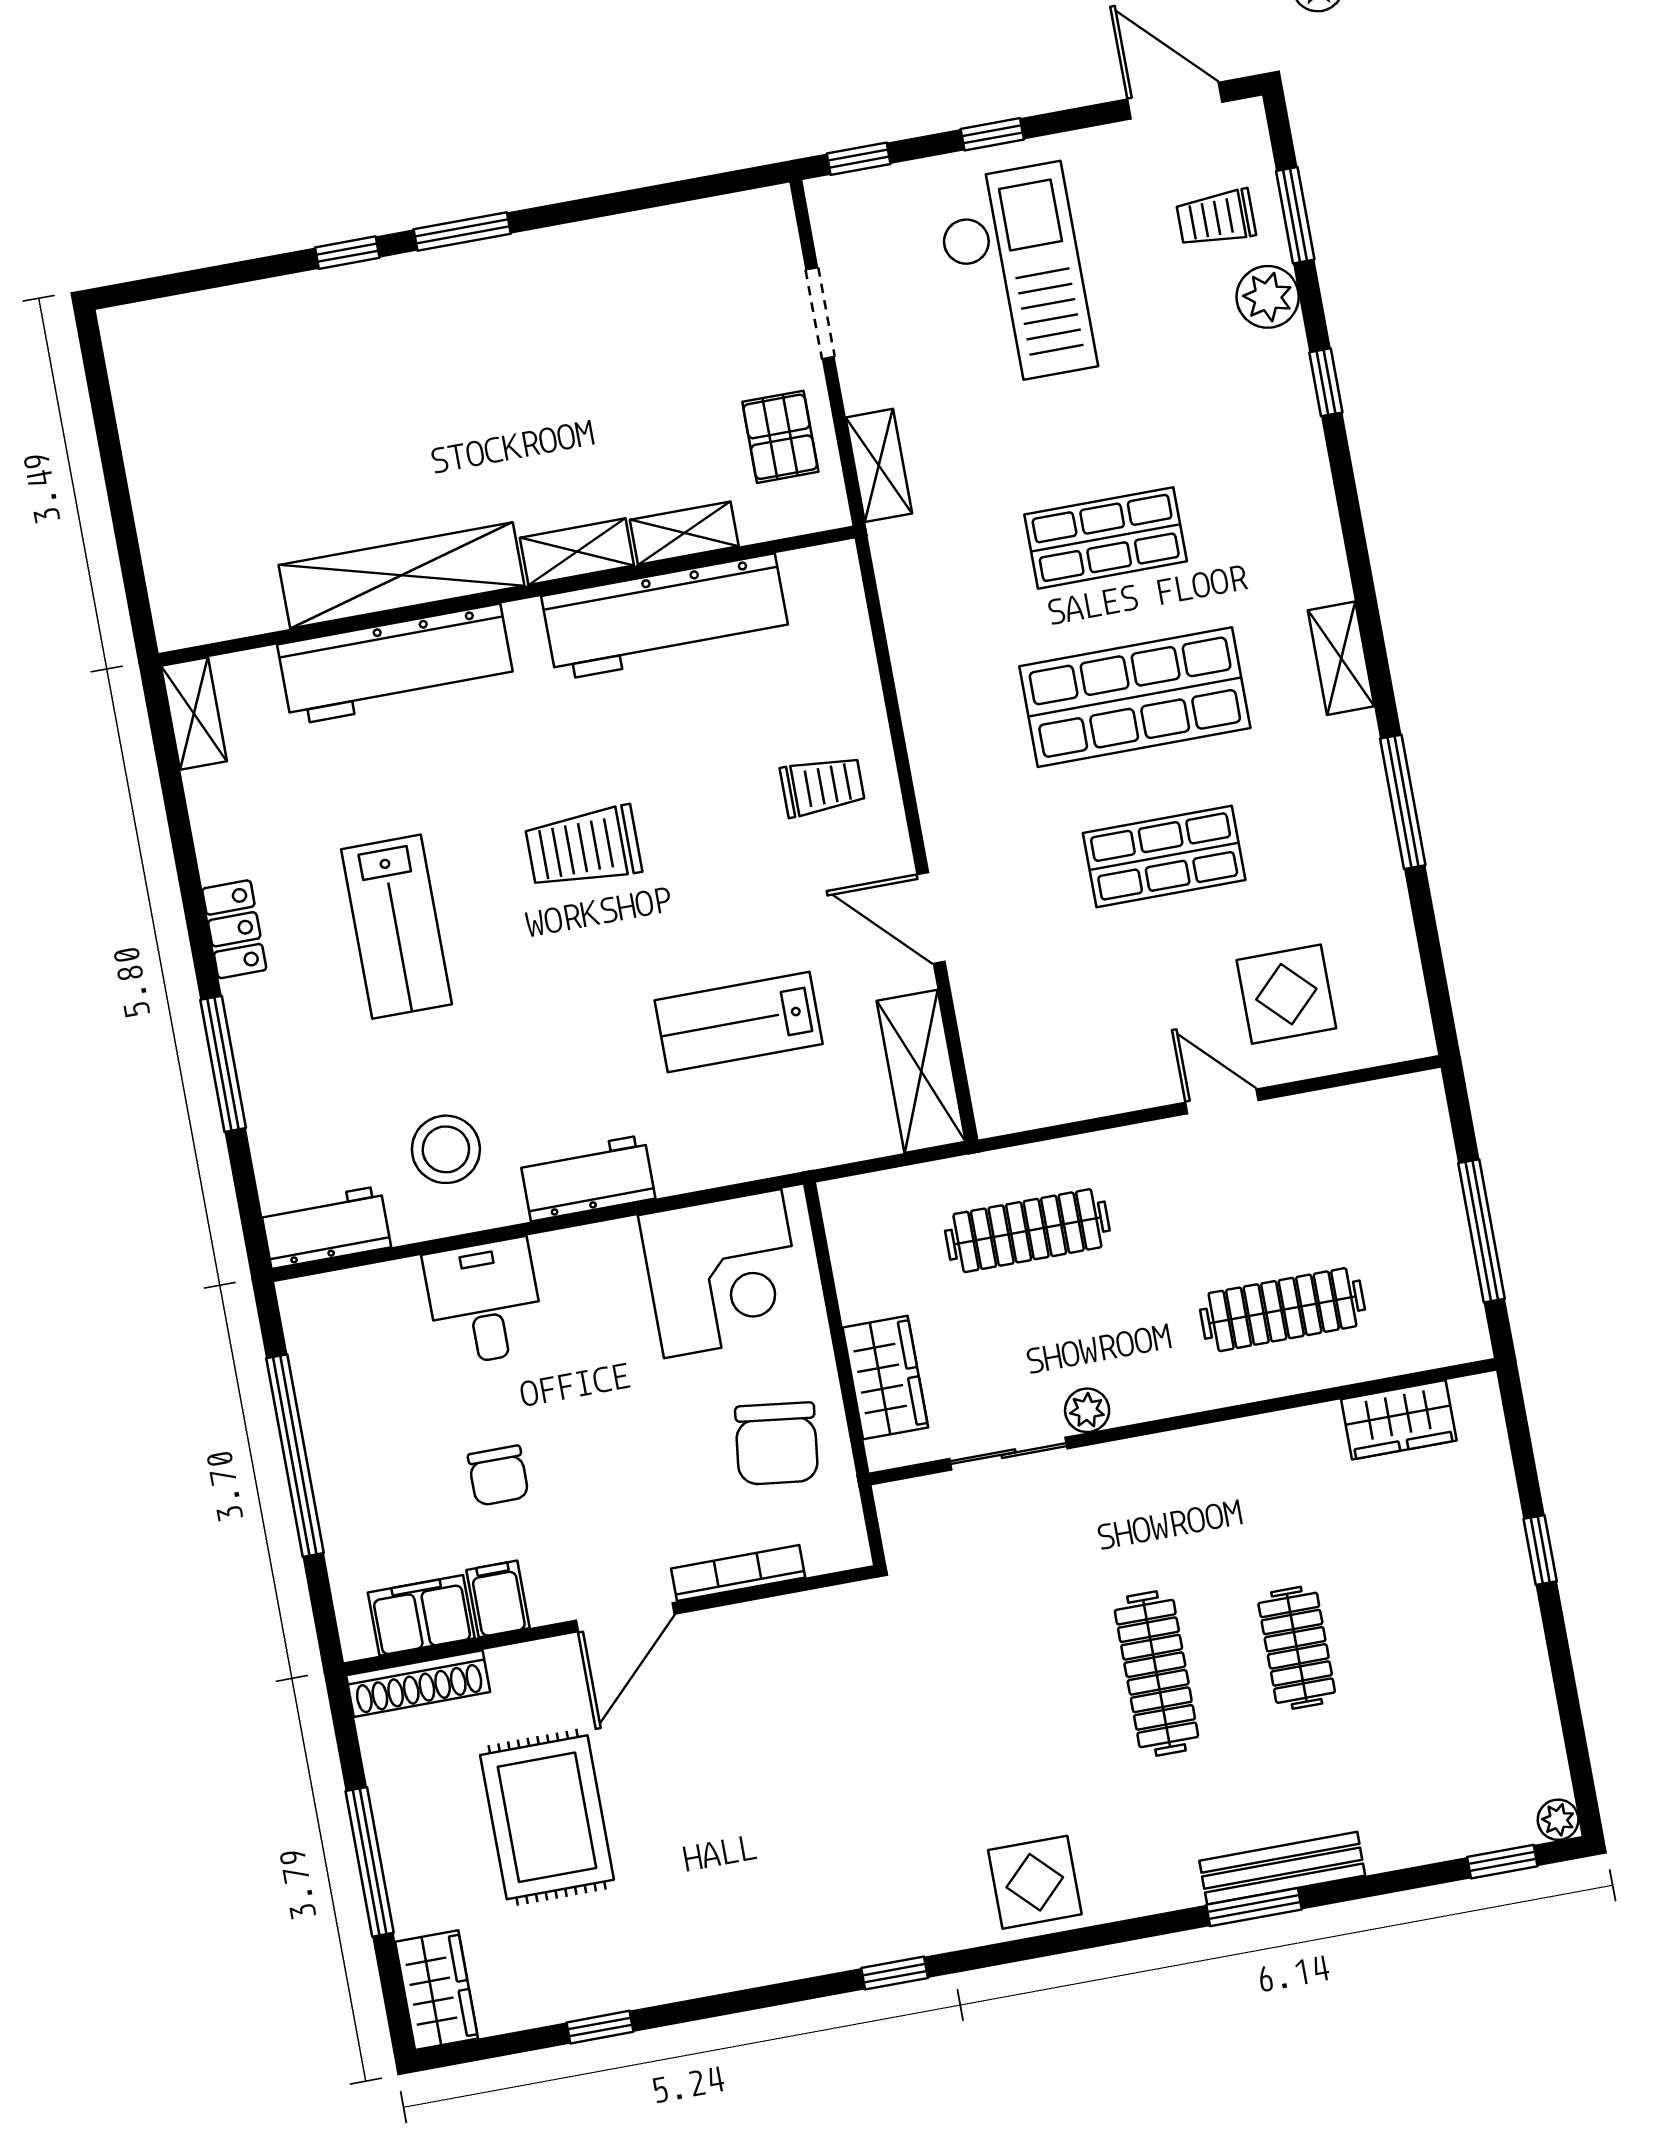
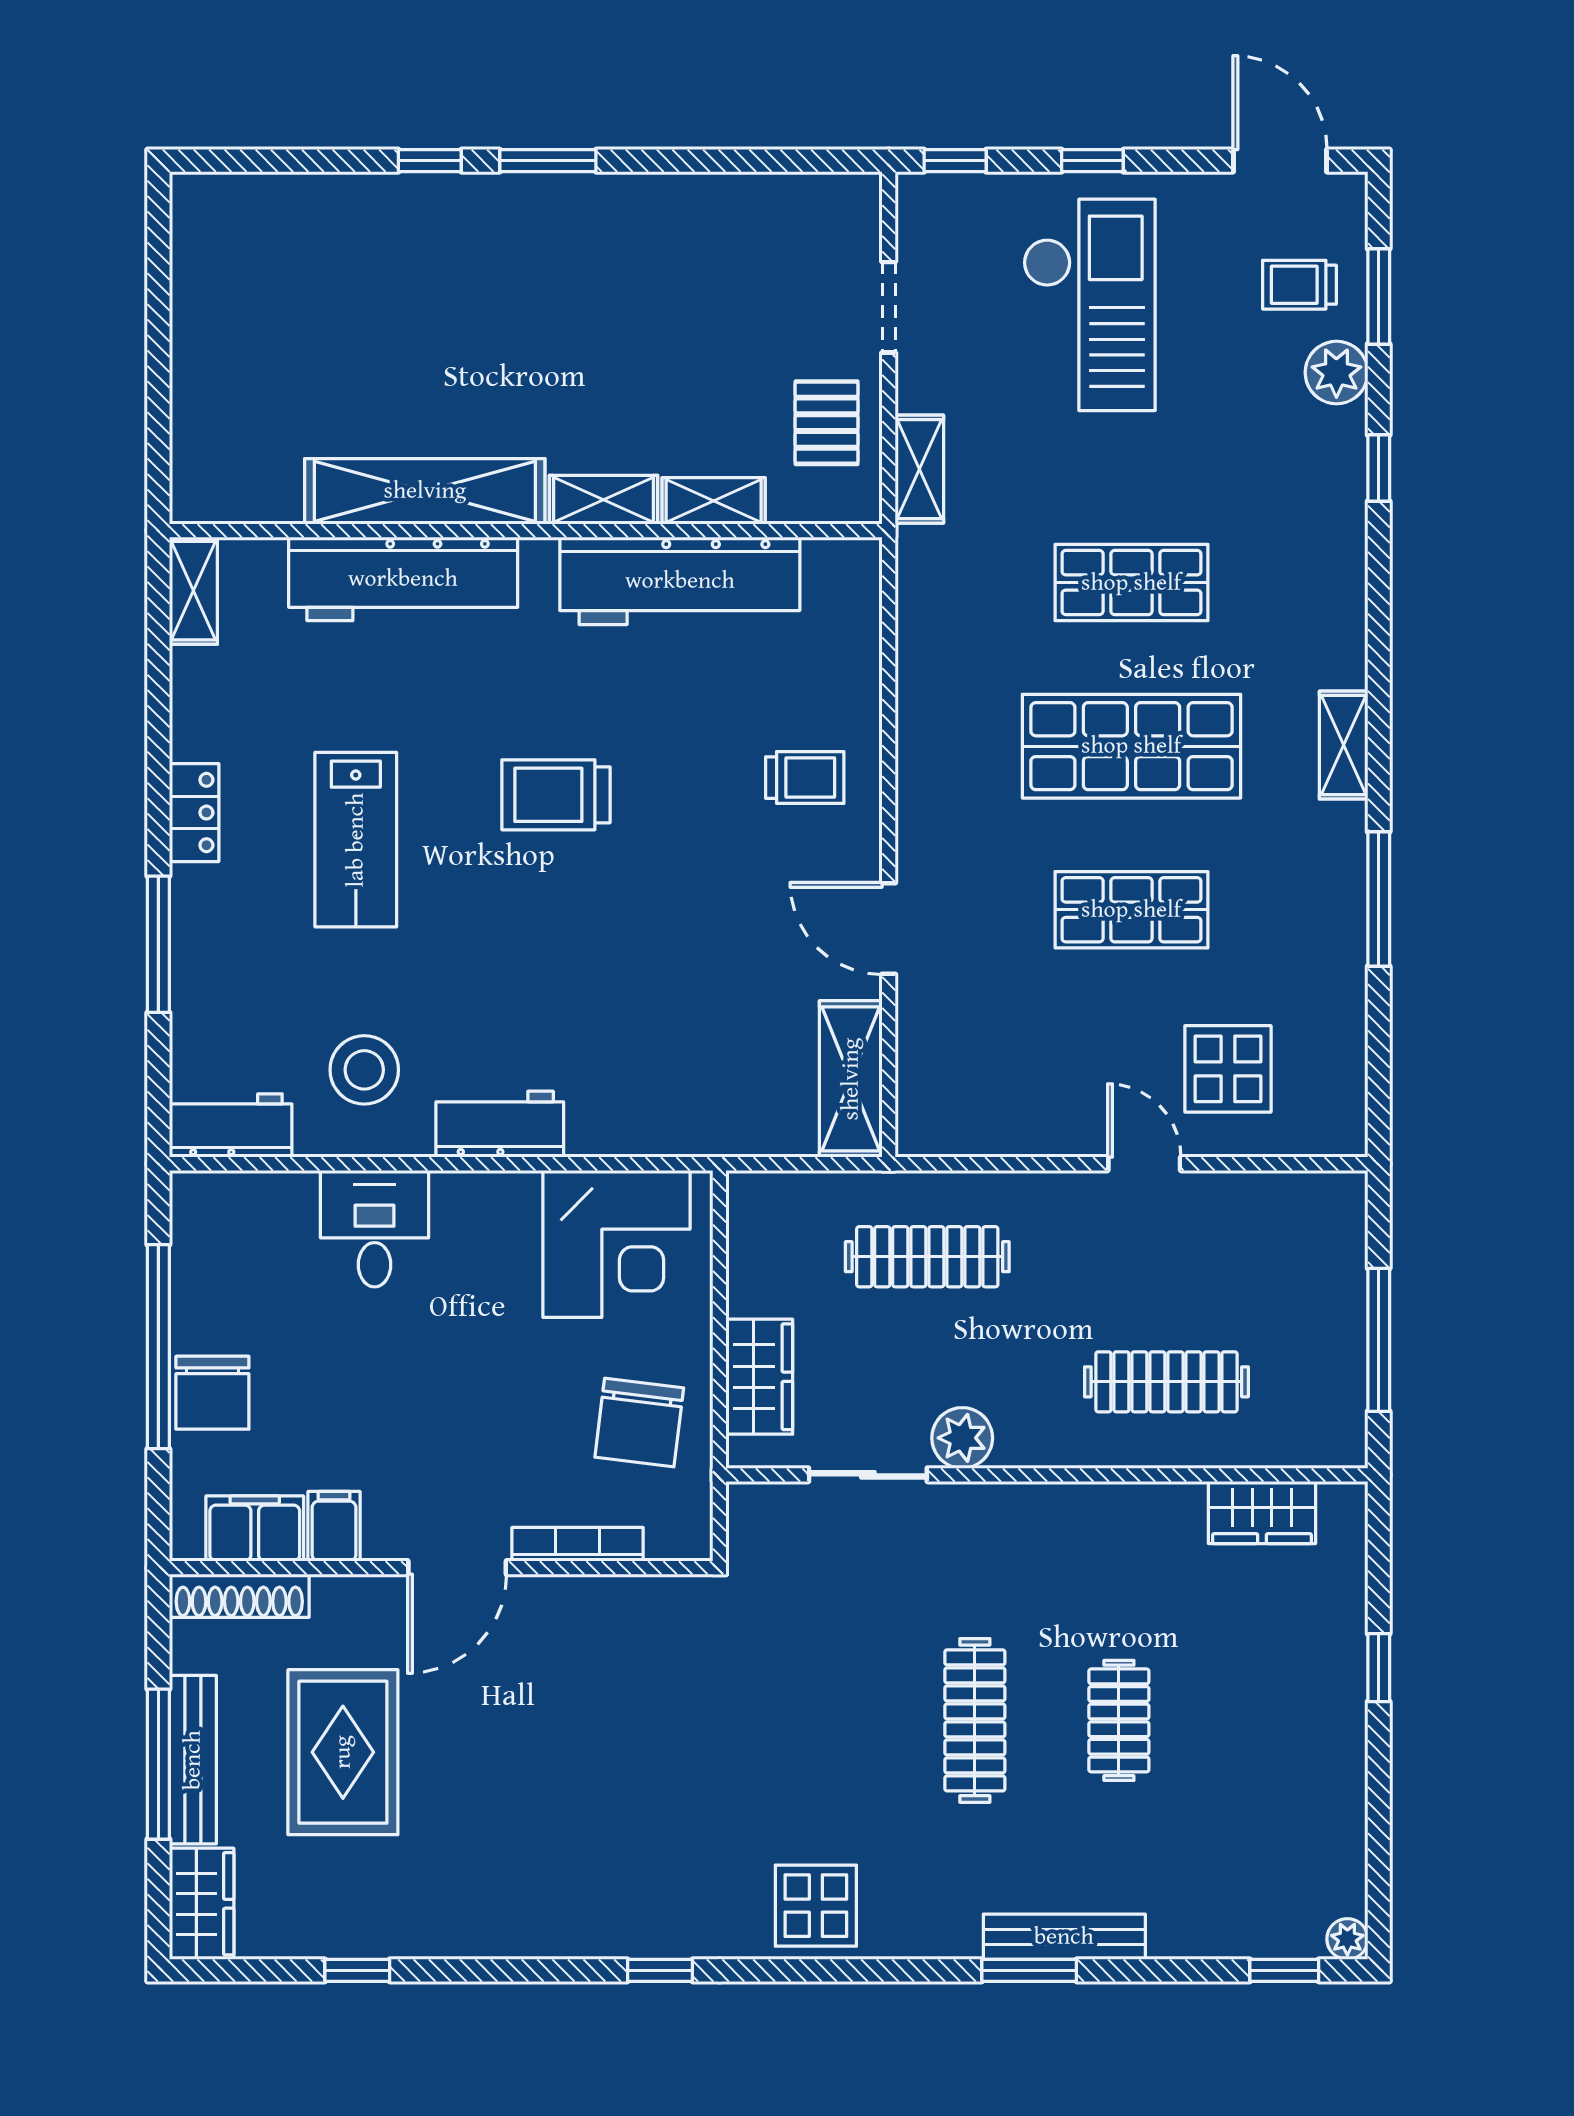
lab bench: (739, 1022) -> (678, 997), removed
plant: (1087, 1410) -> (962, 1438), width x1.38, depth x1.38
chair: (498, 1476) -> (212, 1393), moved, width x1.37, depth x1.37
bench: (402, 1851) -> (193, 1760), added

